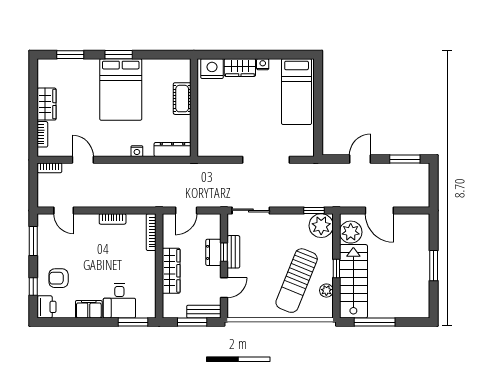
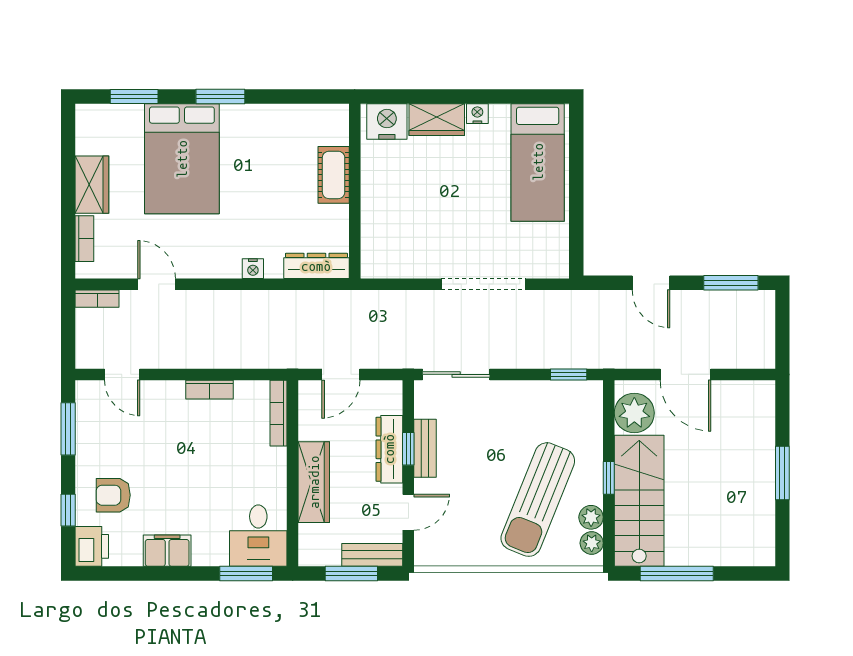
bed: (121, 89) -> (182, 159), moved
door: (360, 159) -> (651, 283), swing flipped
plant: (321, 226) -> (592, 543), moved, width x0.53, depth x0.53
dresser: (213, 252) -> (389, 449), width x1.44
desk: (119, 301) -> (258, 536), moved

